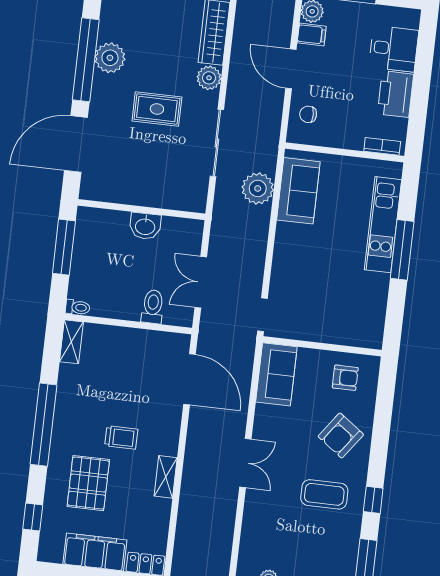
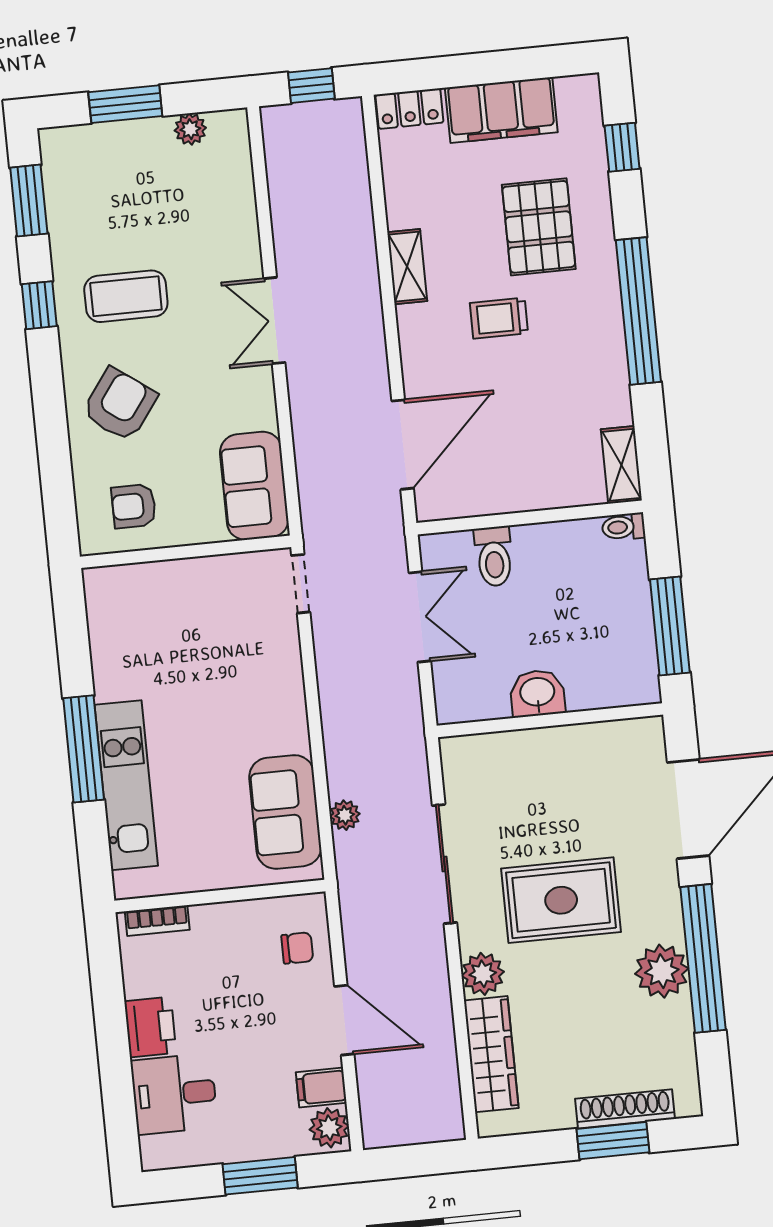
printer: (396, 94) -> (150, 1027), width x0.73, depth x0.84
rug: (157, 109) -> (561, 900), width x1.36, depth x1.43
plant: (258, 188) -> (345, 815), width x0.53, depth x0.53
door: (190, 379) -> (403, 445), swing flipped

